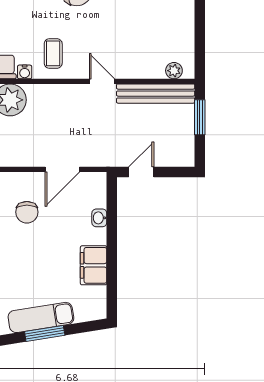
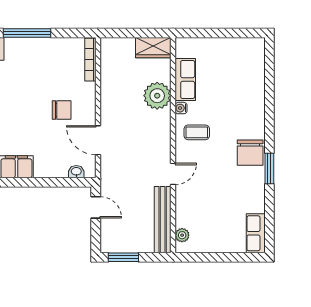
window: (200, 117) -> (123, 257), moved
chair: (27, 212) -> (62, 110), turned 180
washbasin: (99, 218) -> (76, 172), moved

